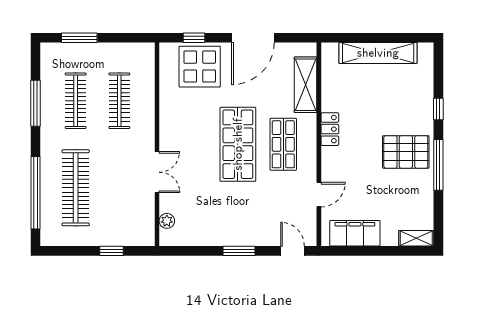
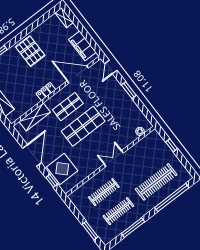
door: (253, 38) -> (32, 155), hinge flipped
window: (438, 165) -> (25, 33), removed
double door: (157, 172) -> (114, 158), moved
door: (319, 195) -> (78, 74), width x1.87

